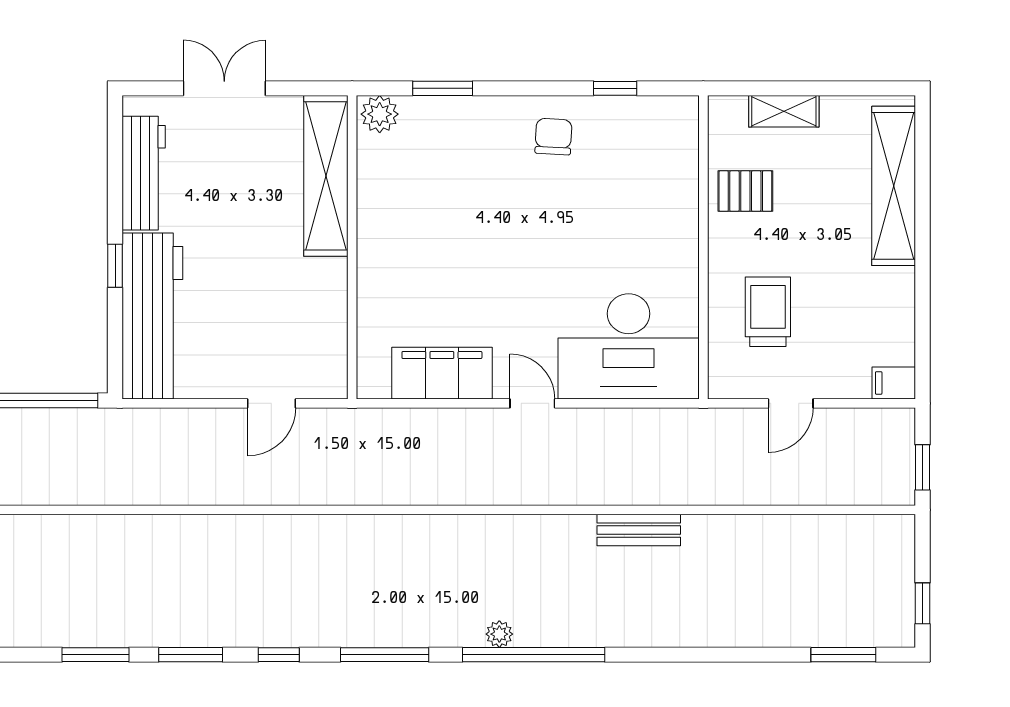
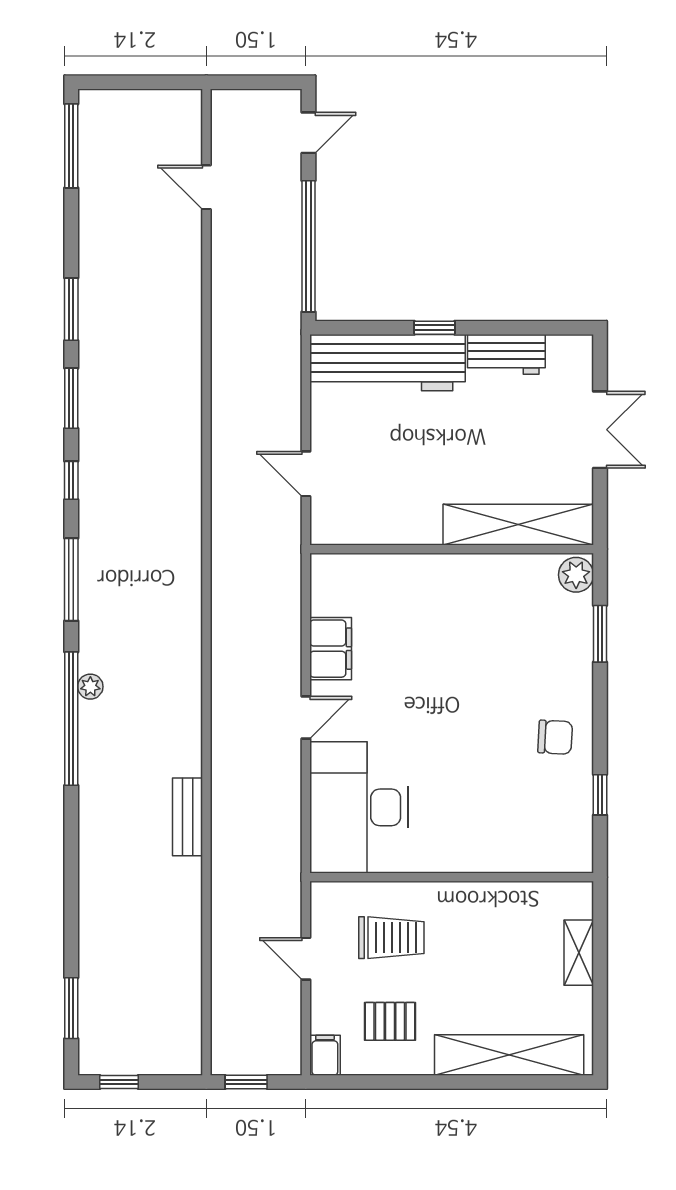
workbench: (144, 173) -> (506, 354), width x0.73
pallet: (745, 191) -> (390, 1021), moved, turned 90
filing cabinet: (442, 373) -> (331, 649), width x0.67, depth x0.86

